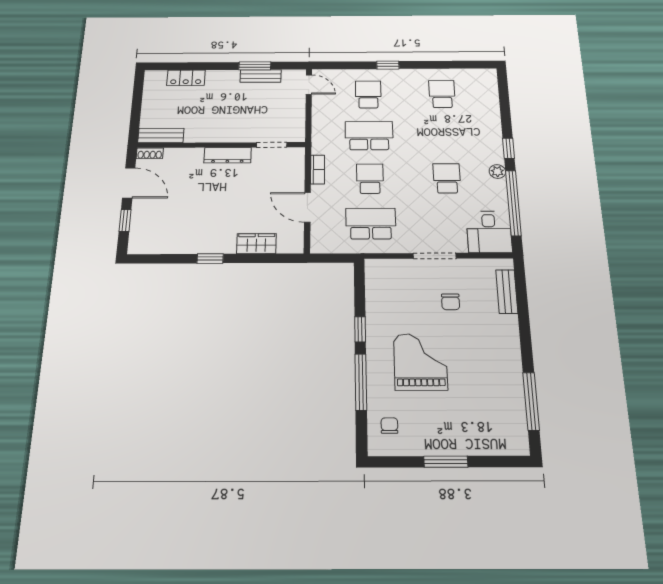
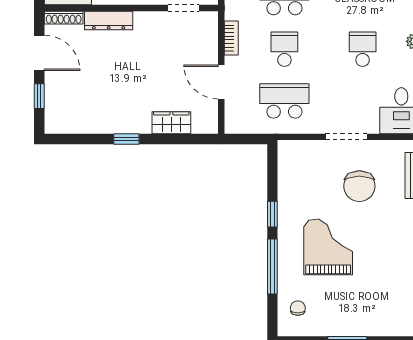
shoe rack: (150, 153) -> (64, 18), width x1.43
dresser: (228, 155) -> (109, 20), moved
chair: (451, 302) -> (359, 186), width x1.87, depth x1.87

